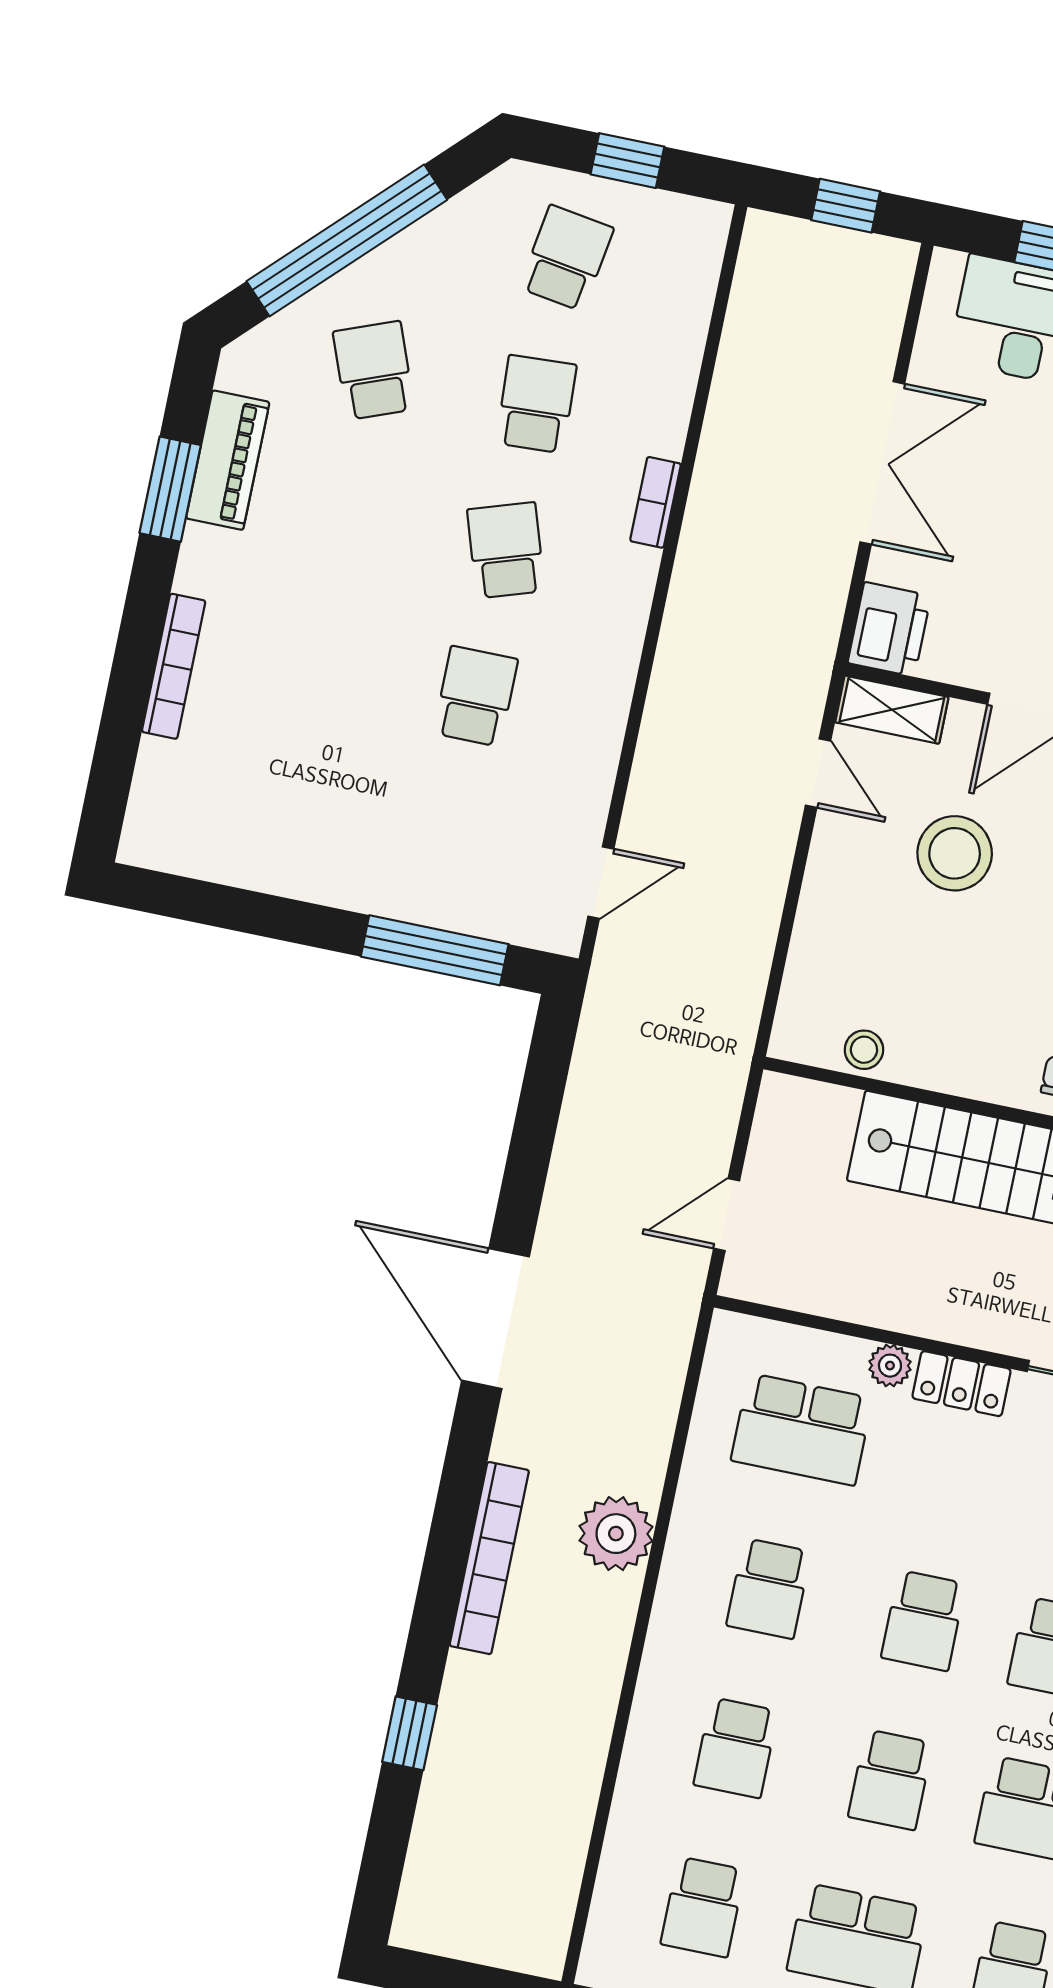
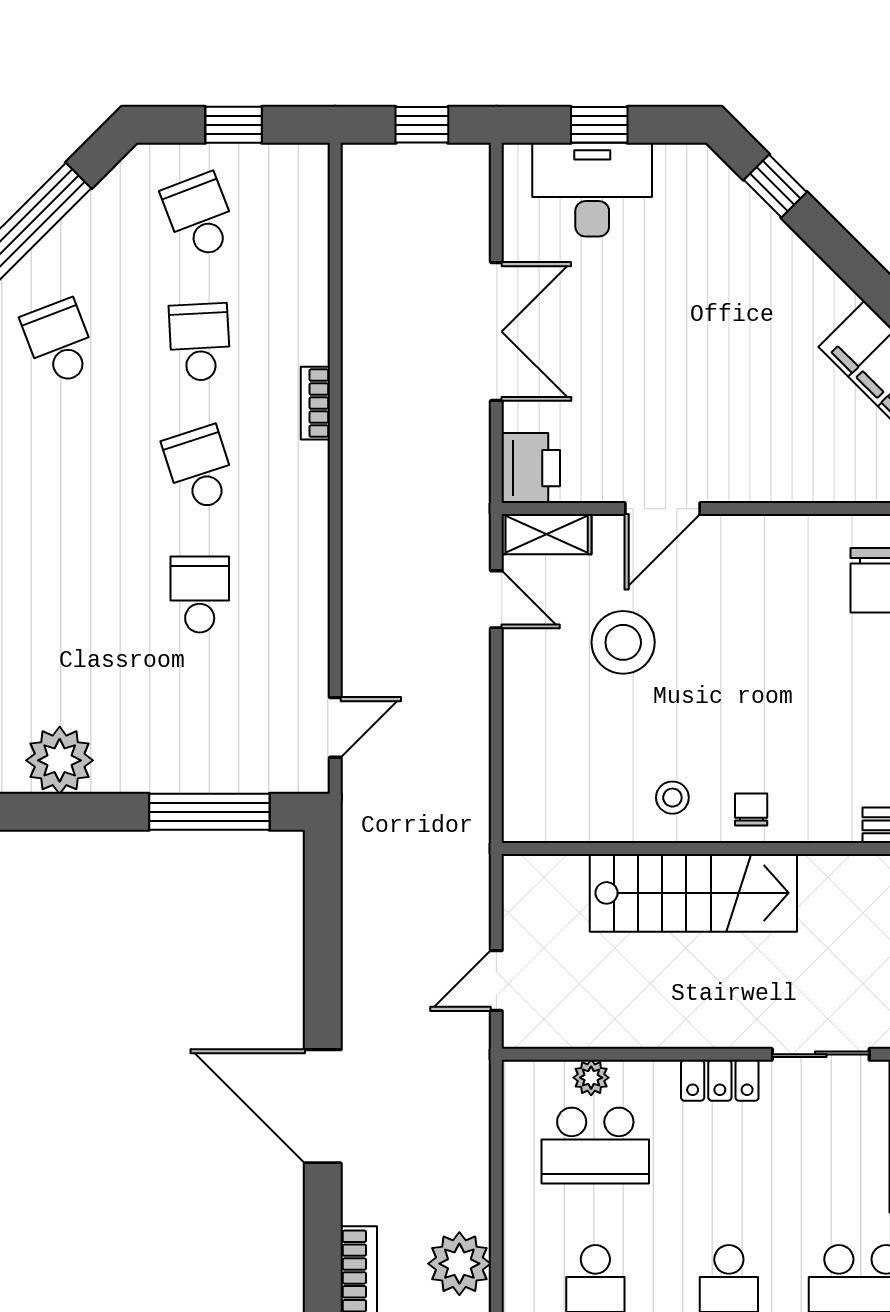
school desk: (566, 258) -> (200, 216), turned -30
plant: (274, 855) -> (60, 760), added
stool: (864, 1050) -> (672, 798), moved
plant: (890, 1366) -> (591, 1078), moved

